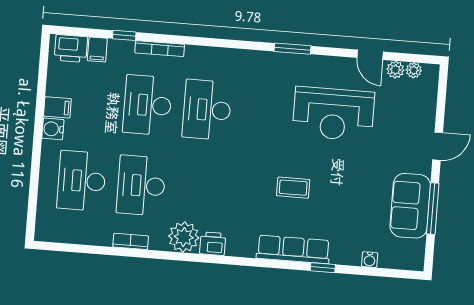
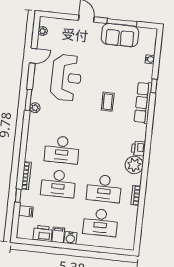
printer: (71, 48) -> (43, 233), moved, turned -90
plant: (395, 70) -> (35, 108), moved

